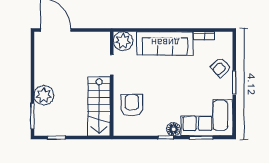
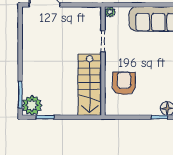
plant: (123, 41) -> (110, 12), width x0.53, depth x0.53
plant: (44, 95) -> (32, 105), moved

